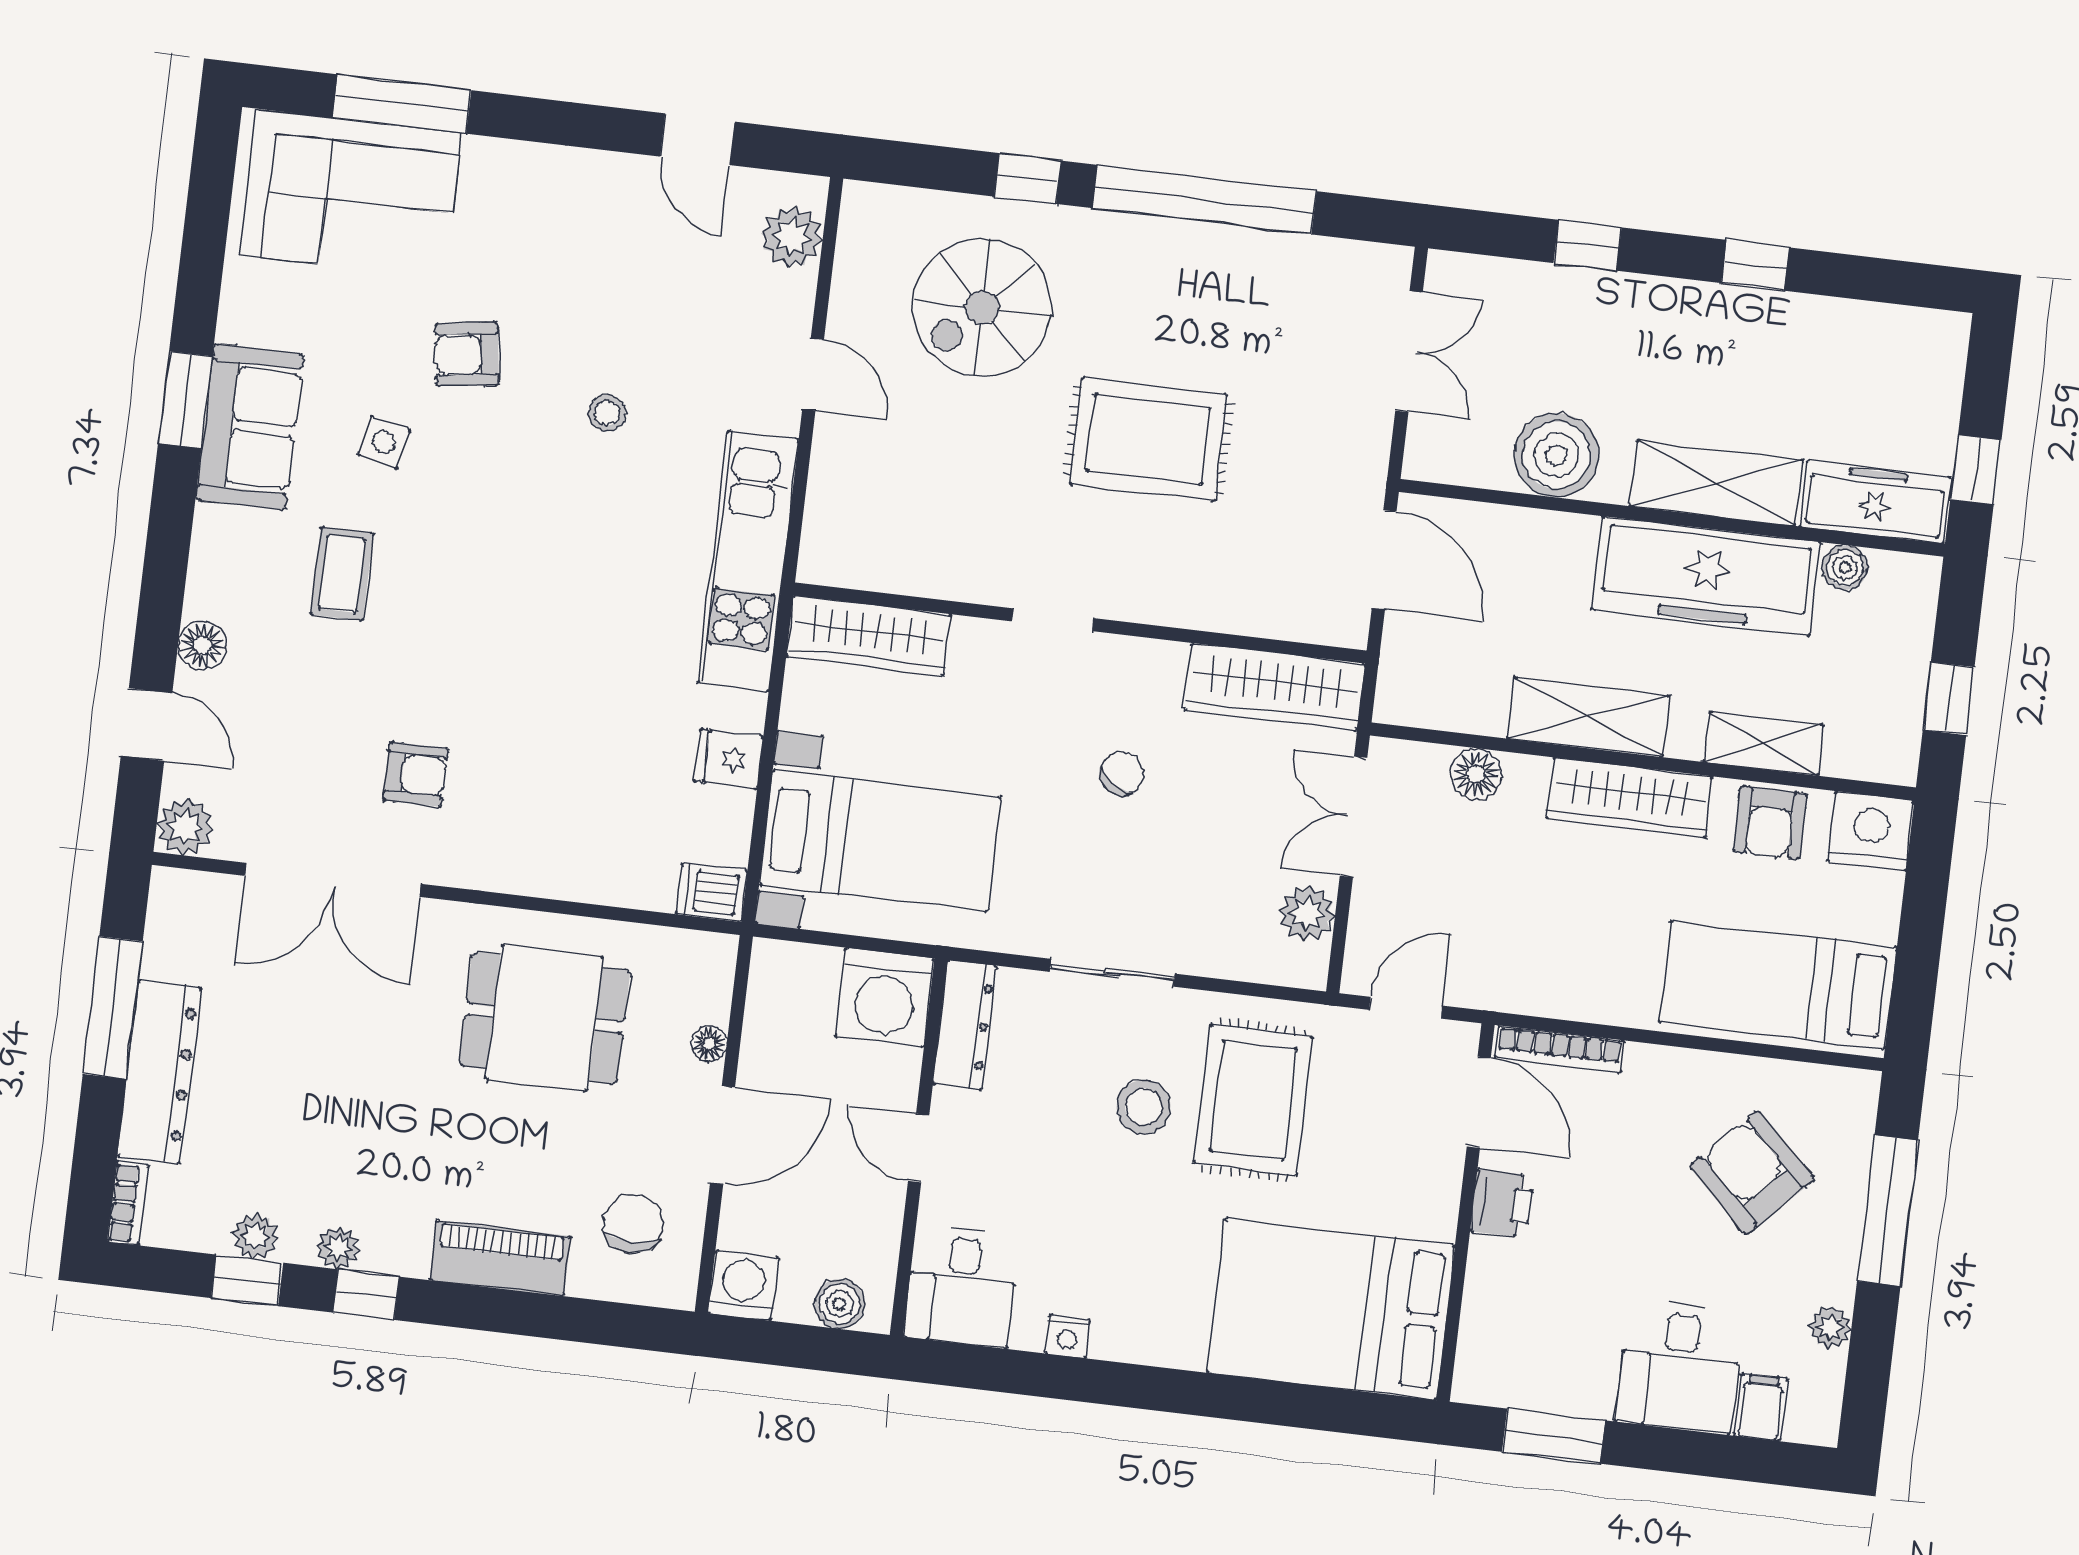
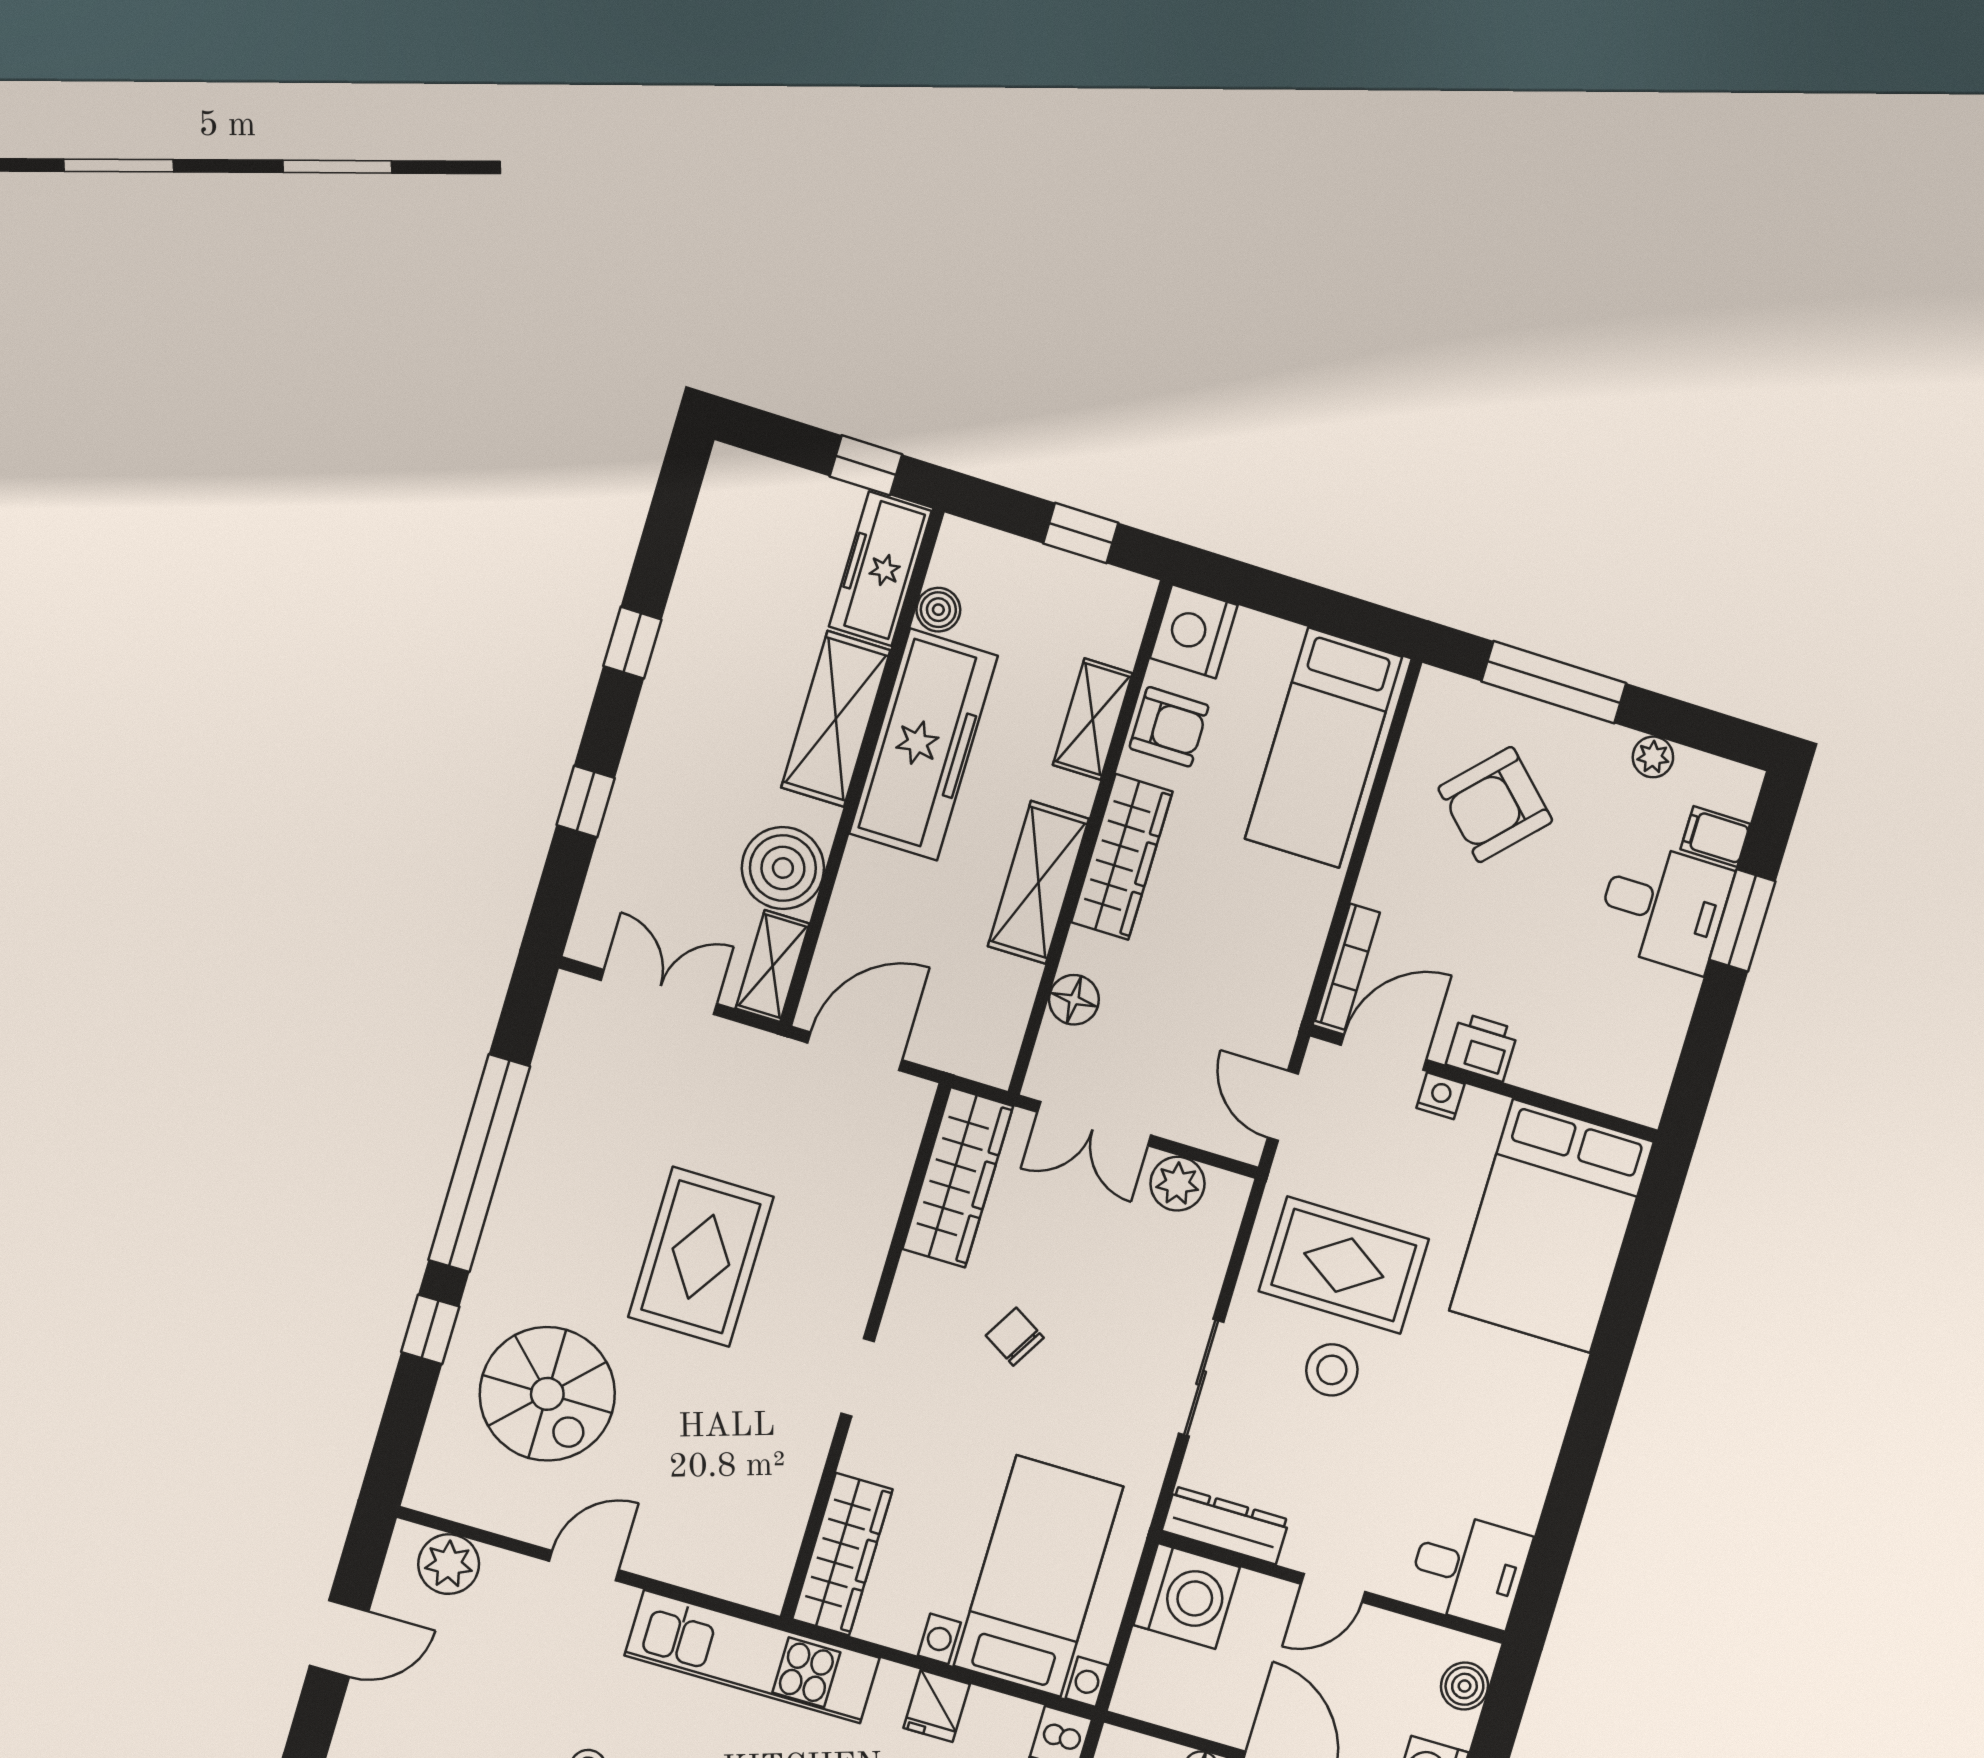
shelving: (1456, 462) -> (772, 966), added
nightstand: (1068, 1337) -> (1440, 1096), moved, turned -90
window: (1554, 1436) -> (1742, 920), moved

